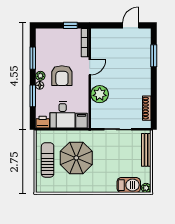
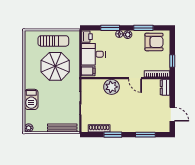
dresser: (100, 33) -> (165, 87), added
armchair: (62, 76) -> (154, 42), moved, turned 180
window: (154, 93) -> (113, 135), added
barbecue: (129, 185) -> (31, 99), moved

